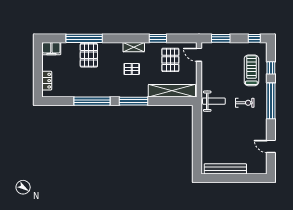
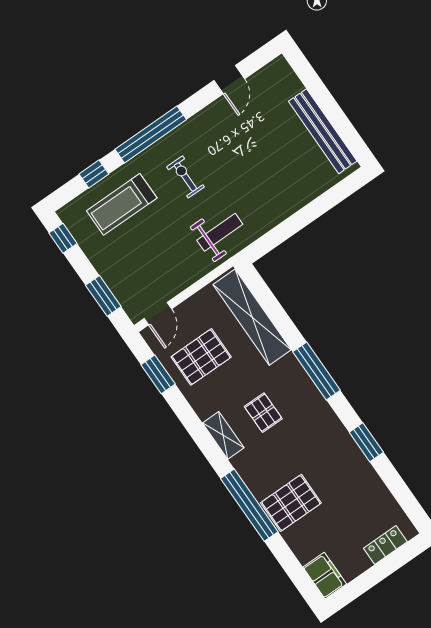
window: (84, 38) -> (249, 505), moved
window: (158, 38) -> (158, 374), moved
window: (92, 101) -> (366, 442), width x0.47
weight bench: (214, 101) -> (220, 232), turned 90

